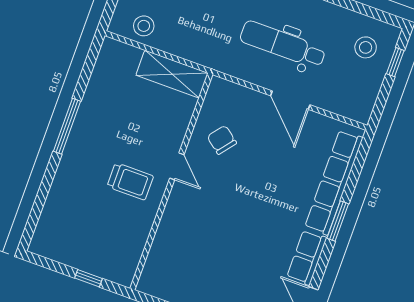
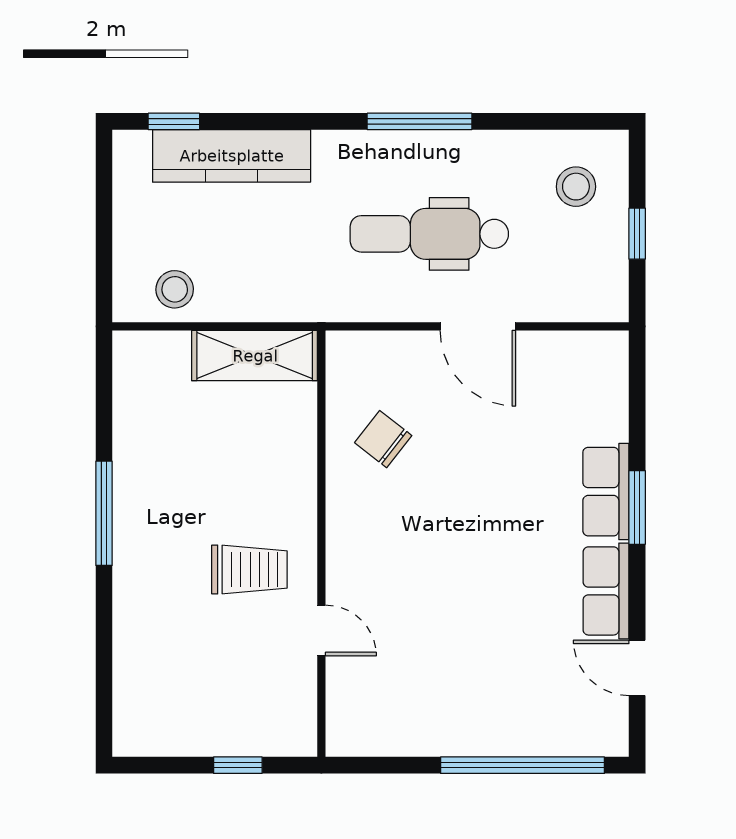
window: (395, 62) -> (637, 234), moved
door: (177, 166) -> (321, 631), moved
row of seats: (334, 182) -> (606, 492), width x0.50

